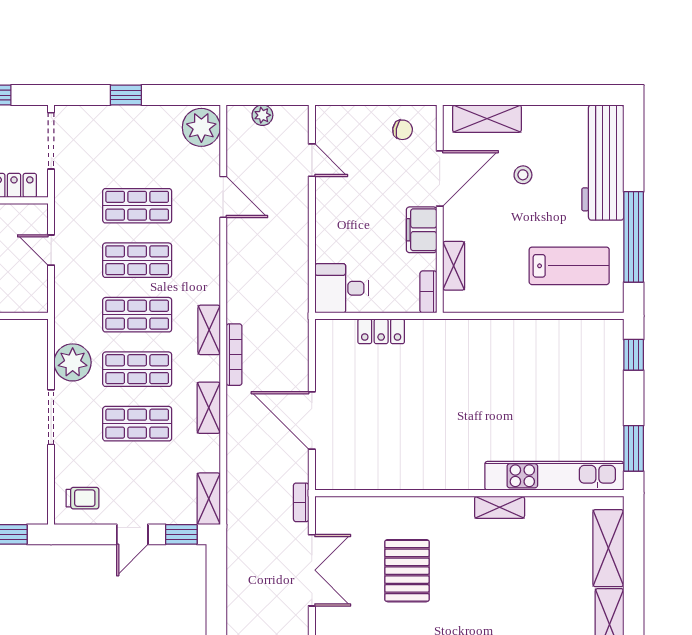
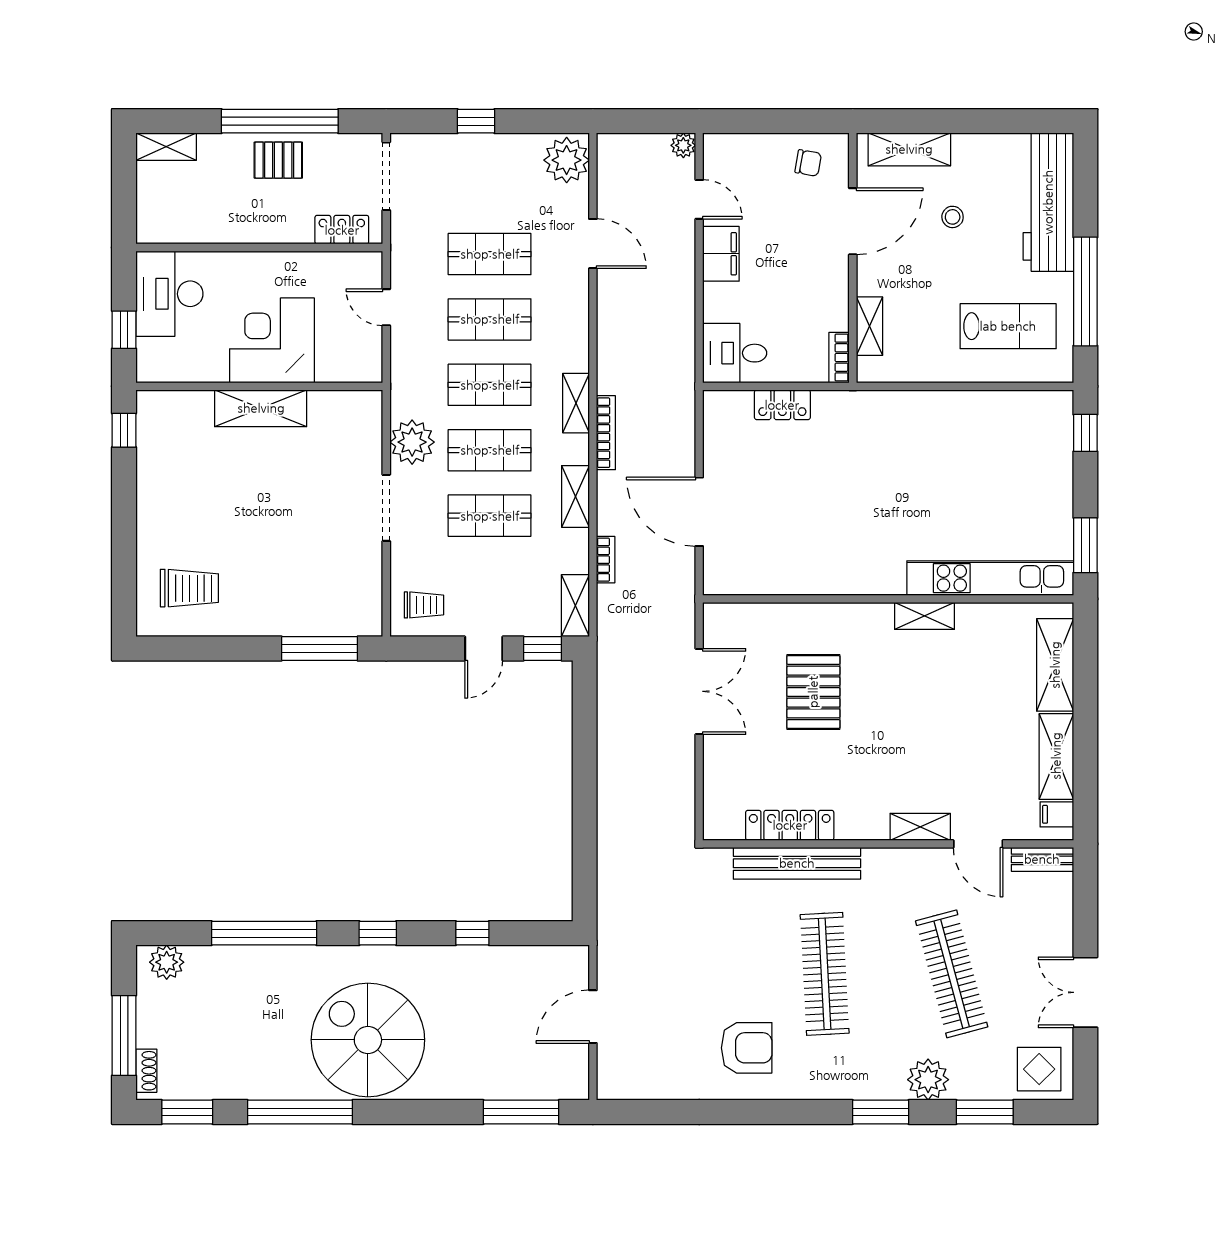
plant: (262, 115) -> (683, 145), moved
filing cabinet: (422, 230) -> (721, 254), moved, turned 180
bookcase: (301, 502) -> (606, 560), moved, turned 180

